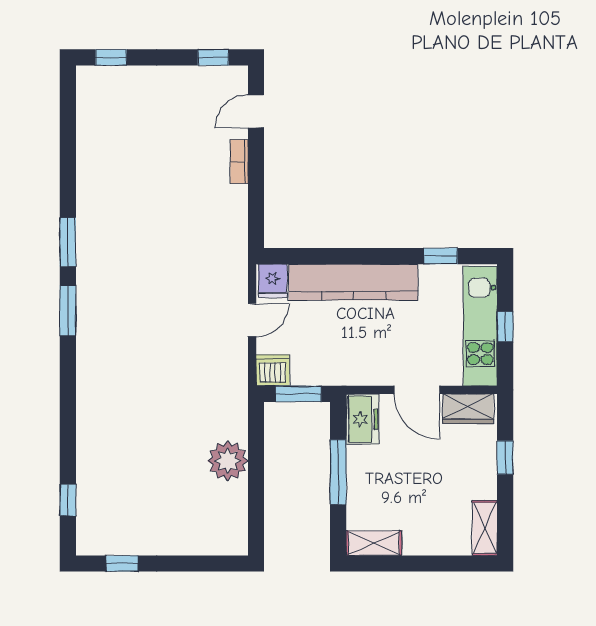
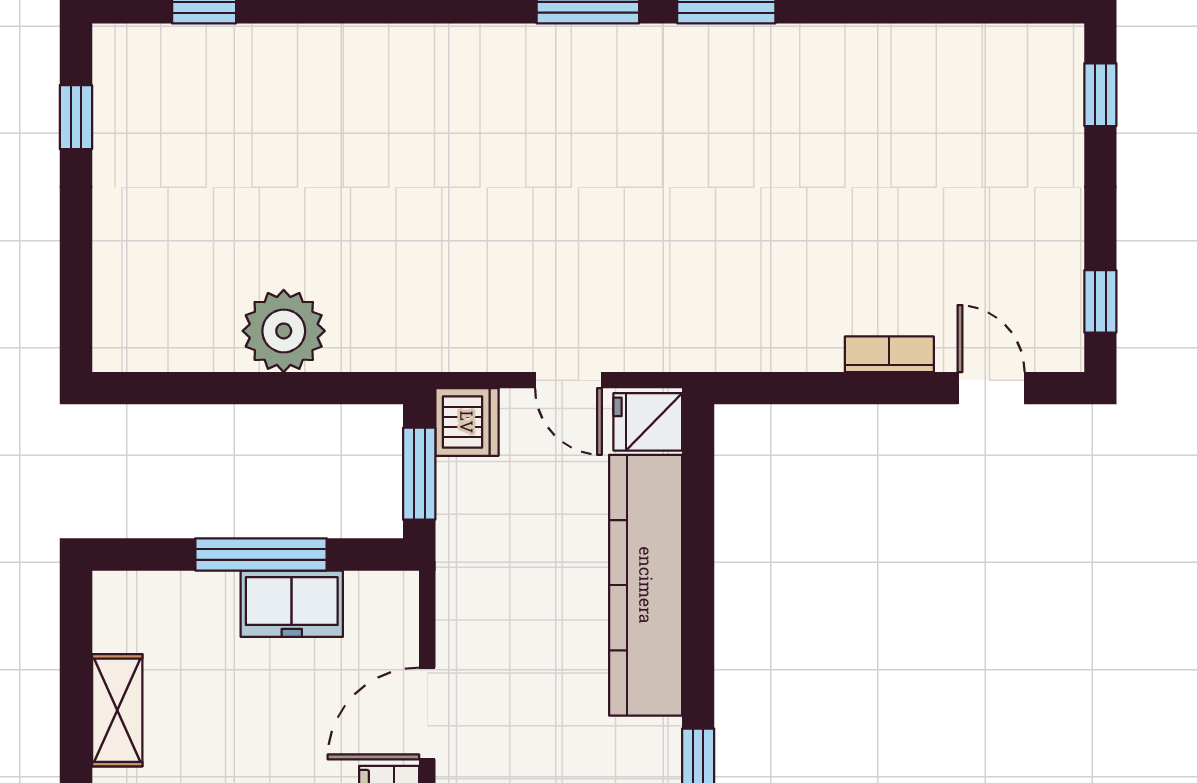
freezer: (362, 419) -> (292, 604), moved
shelving: (374, 543) -> (117, 710), moved

